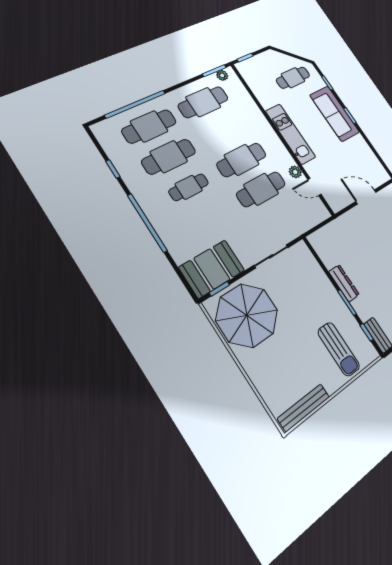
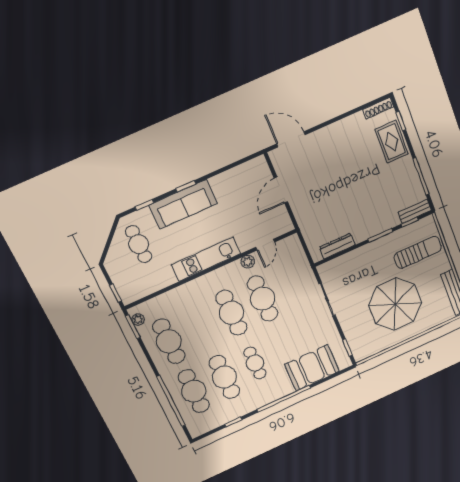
booth: (212, 269) -> (312, 368), moved, turned 90
dresser: (344, 283) -> (337, 246), moved
parasol: (247, 315) -> (395, 304), moved

